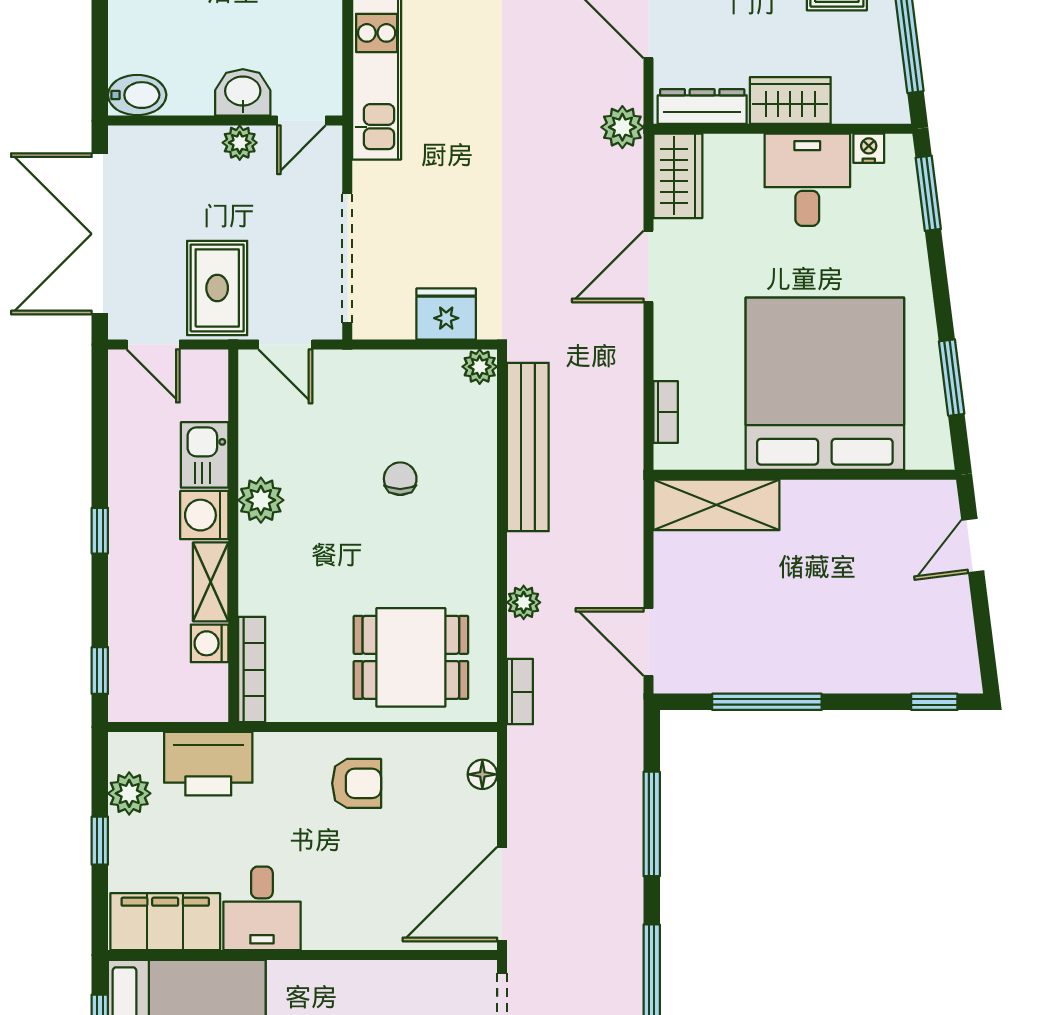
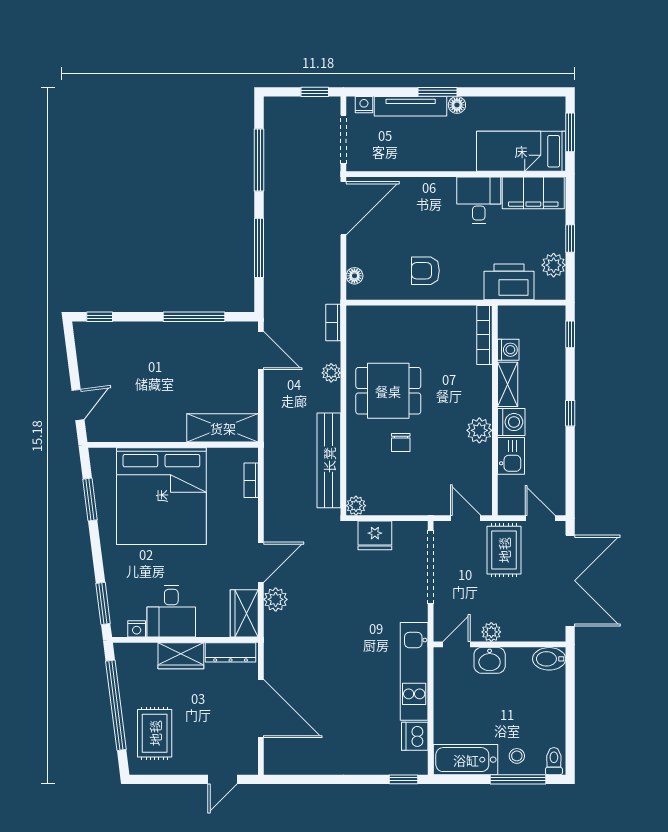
plant: (622, 127) -> (276, 599), moved
dining table: (411, 657) -> (388, 391), moved

